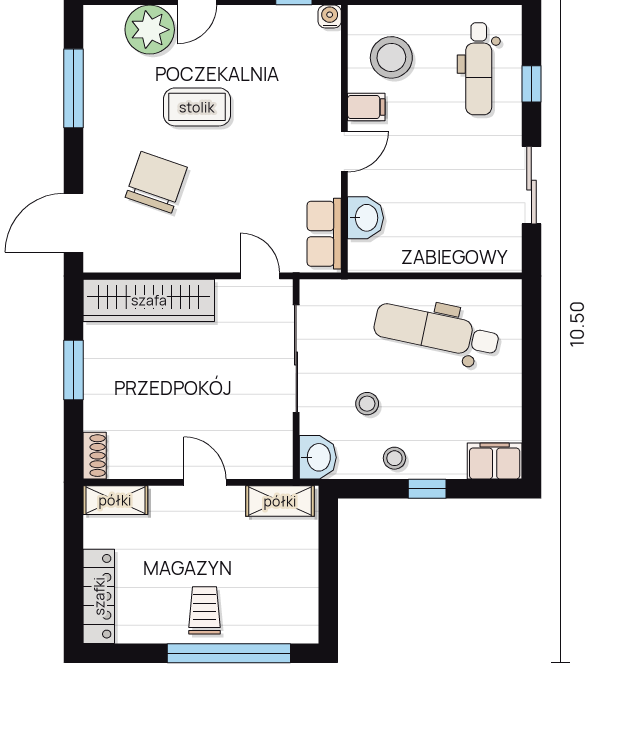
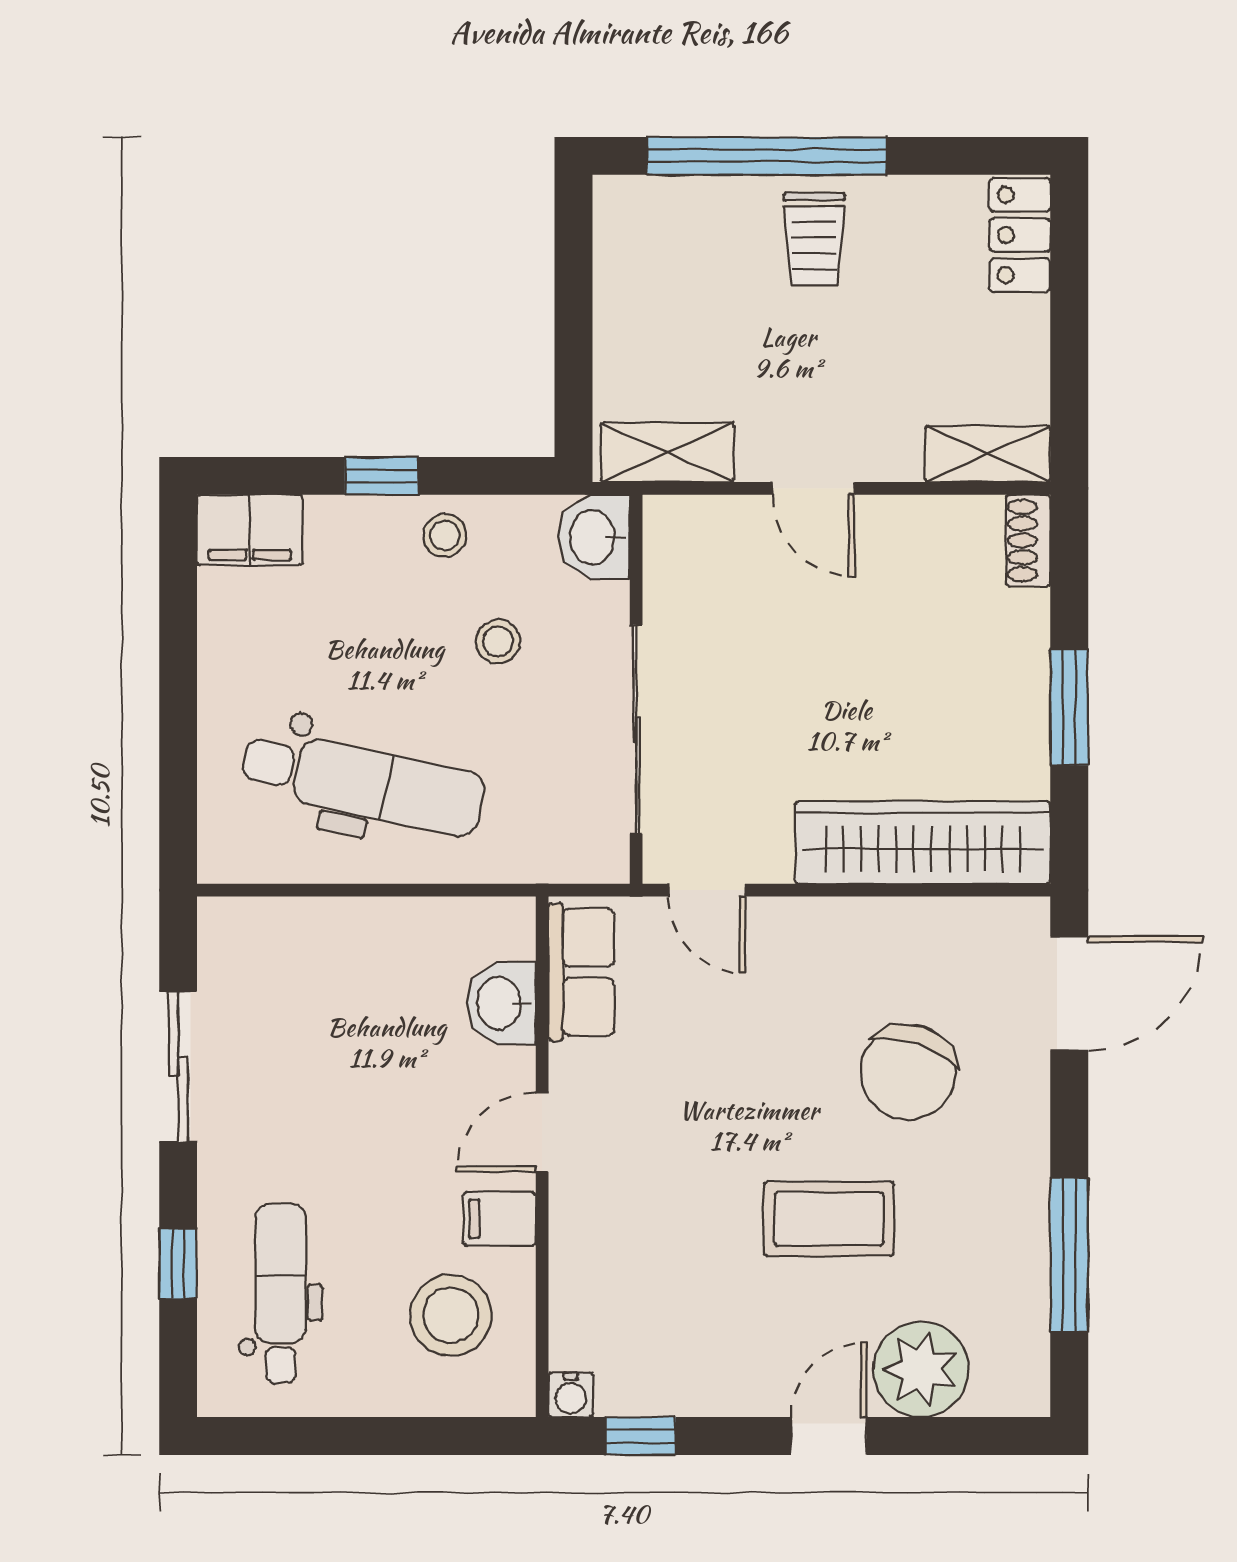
locker: (99, 596) -> (1020, 235), width x0.66

